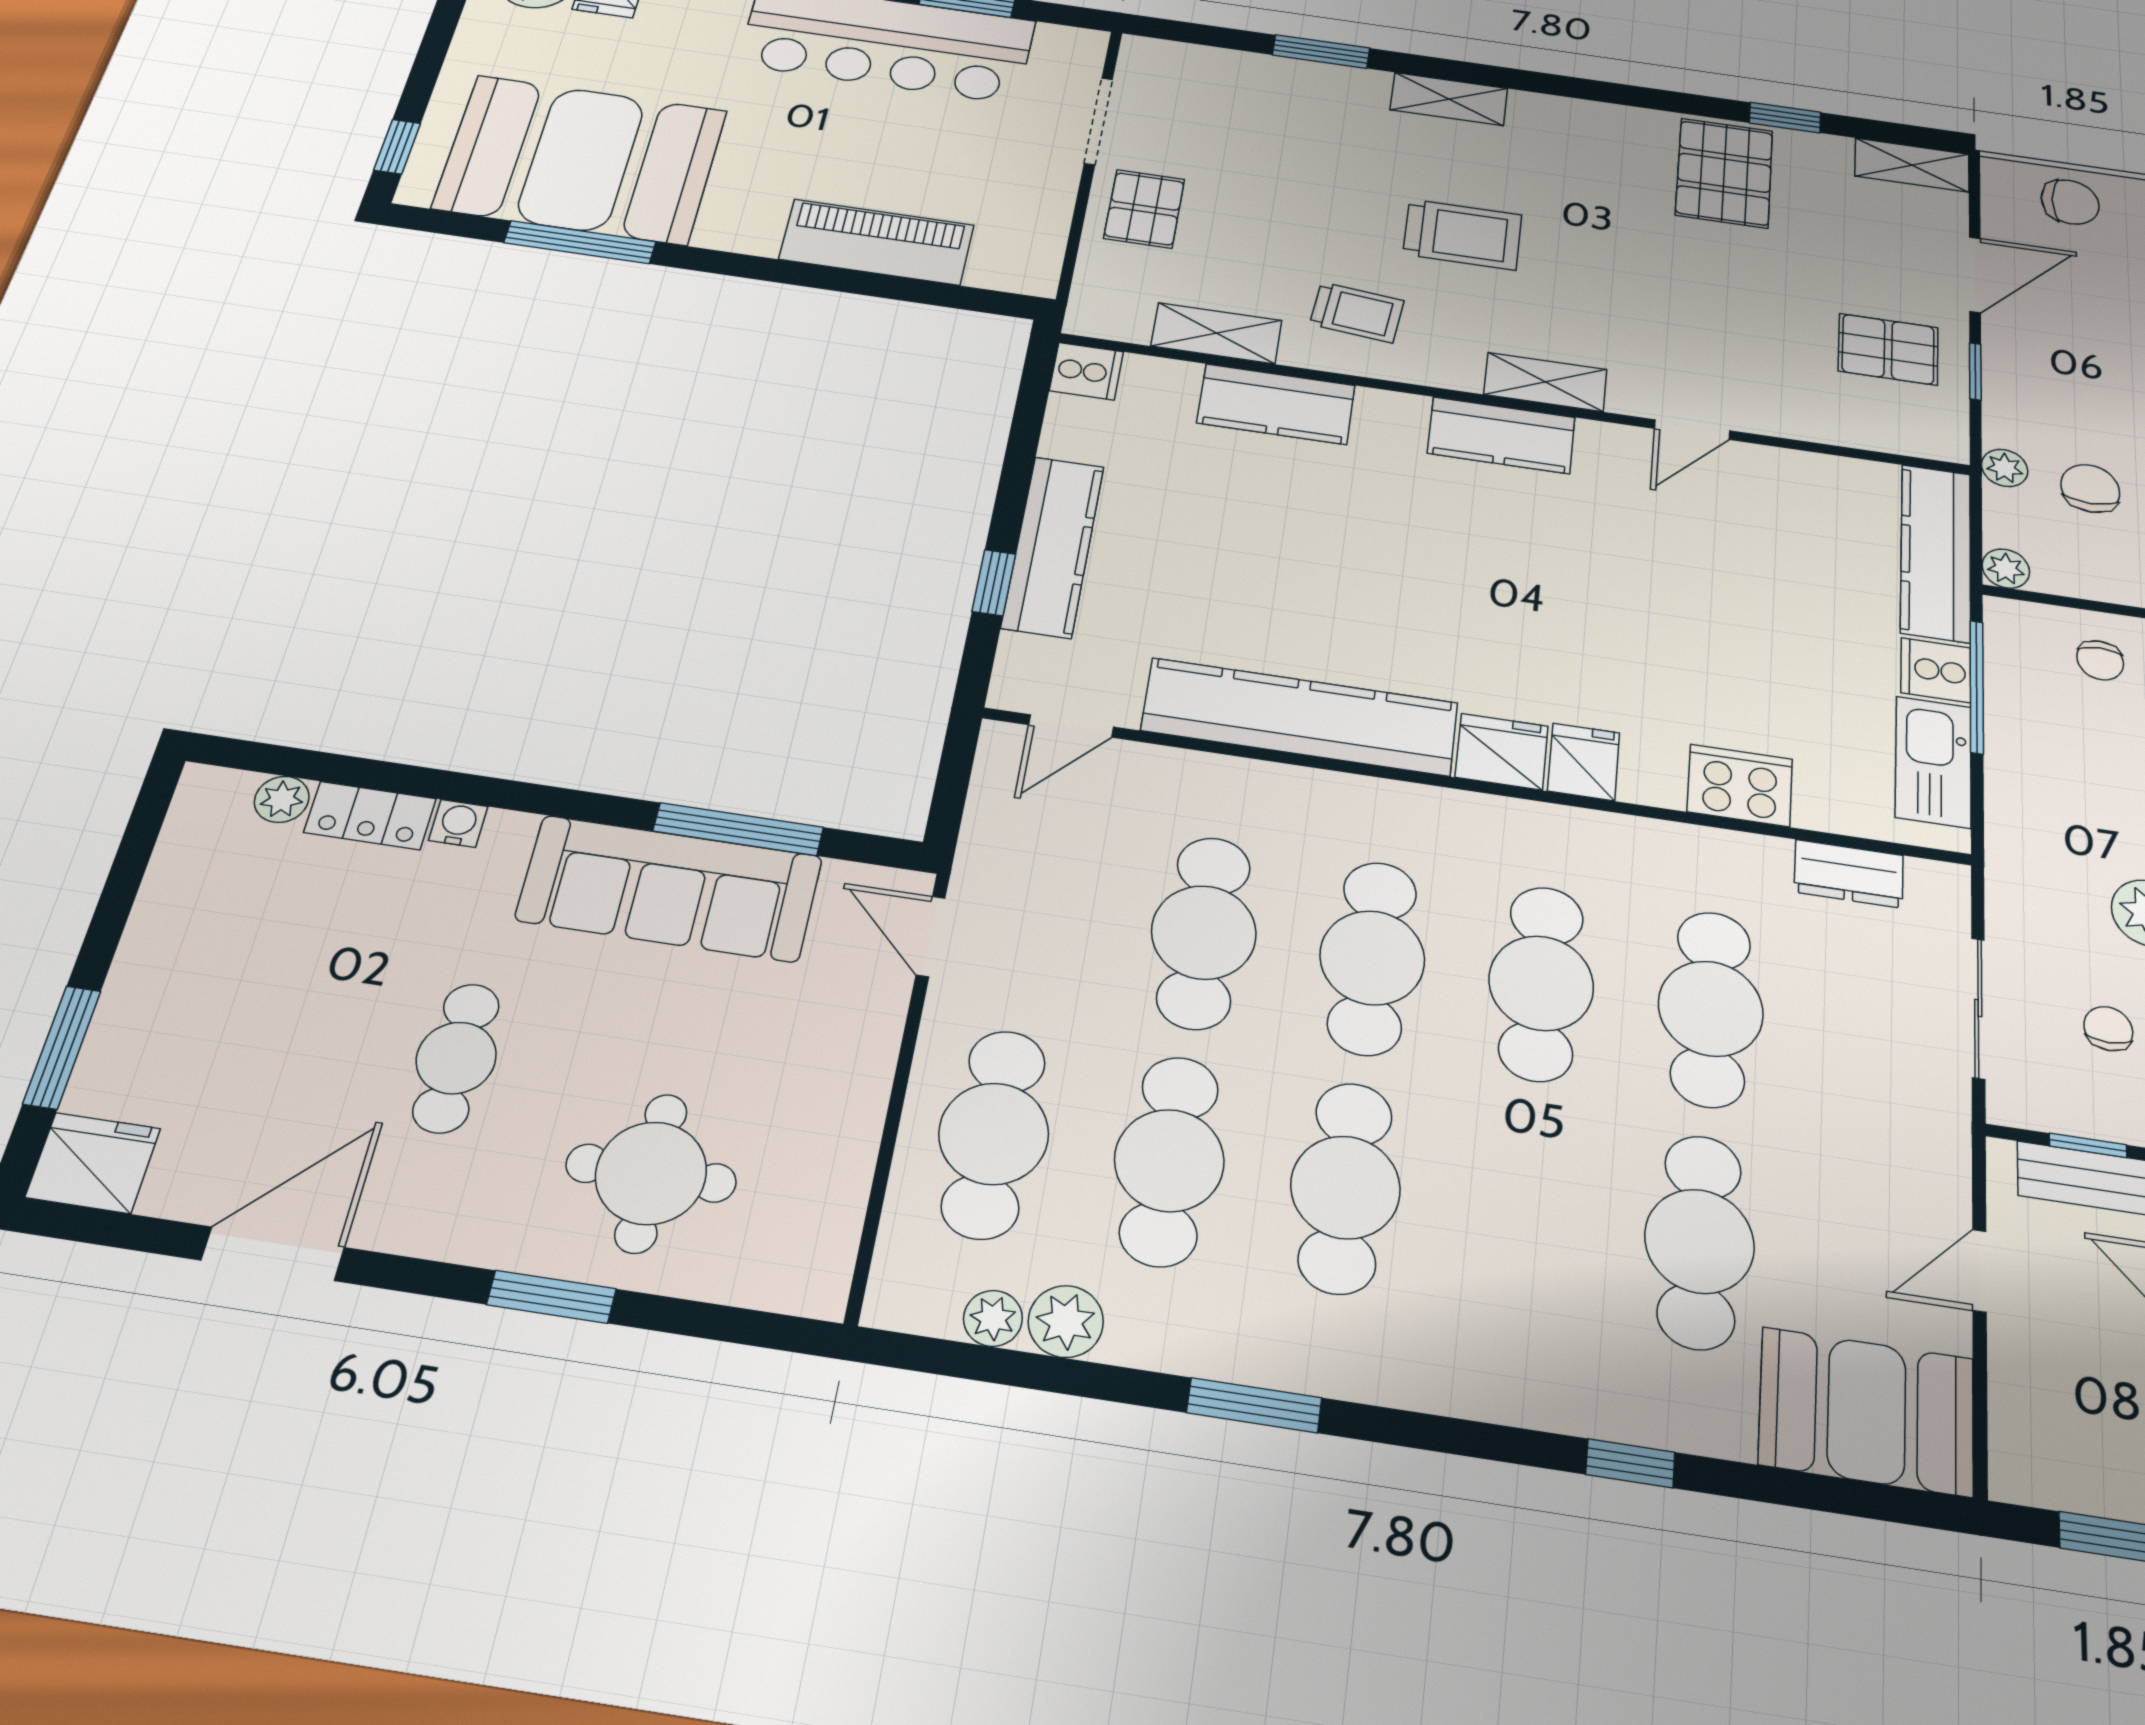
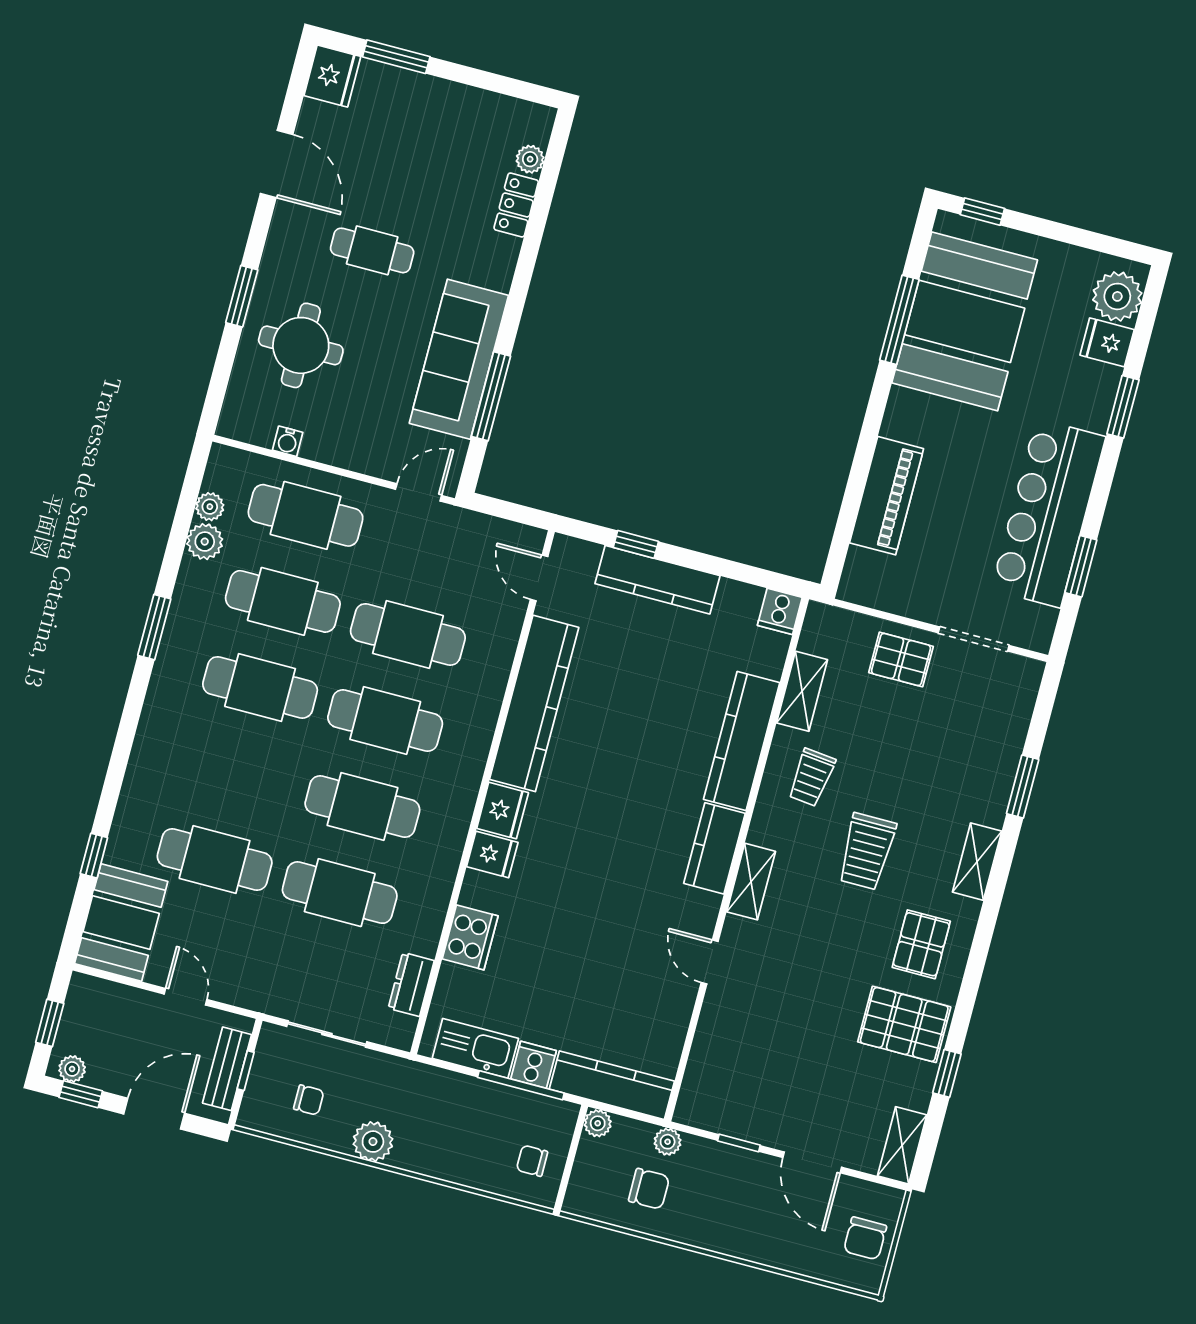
pallet: (1888, 349) -> (921, 944), moved
kitchen counter: (1276, 404) -> (742, 741), width x1.50
water cooler: (458, 823) -> (288, 441), moved, turned 90
window: (1630, 1463) -> (94, 856), moved

